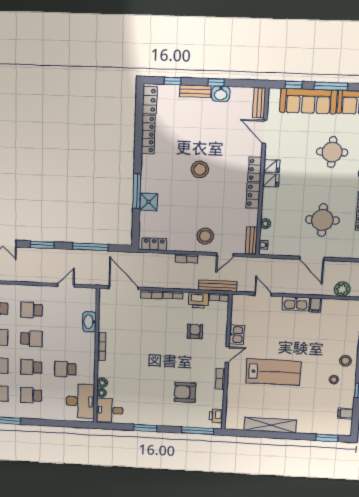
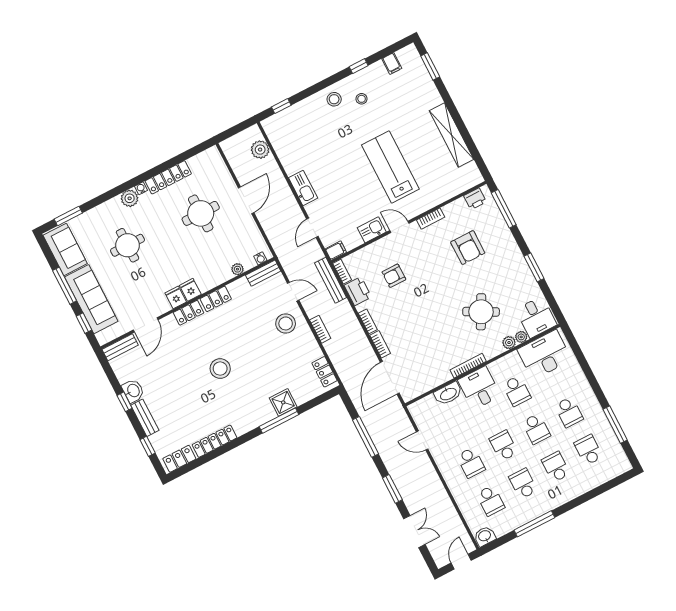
filing cabinet: (316, 305) -> (336, 251), moved
desk: (81, 345) -> (479, 388), added
round table: (135, 376) -> (481, 312), added

